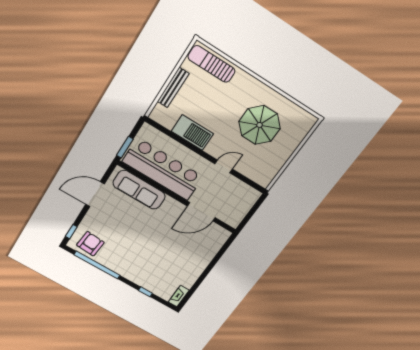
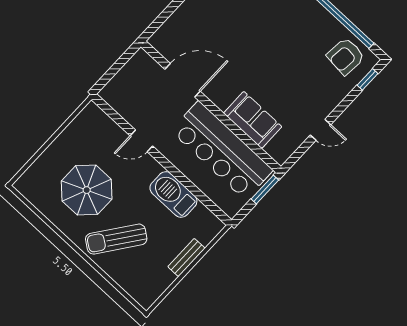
sun lounger: (211, 64) -> (116, 239), moved, turned 126
bench: (173, 88) -> (186, 257), width x0.73
sofa: (139, 190) -> (253, 120), width x0.73
door: (95, 194) -> (321, 130), width x0.53

